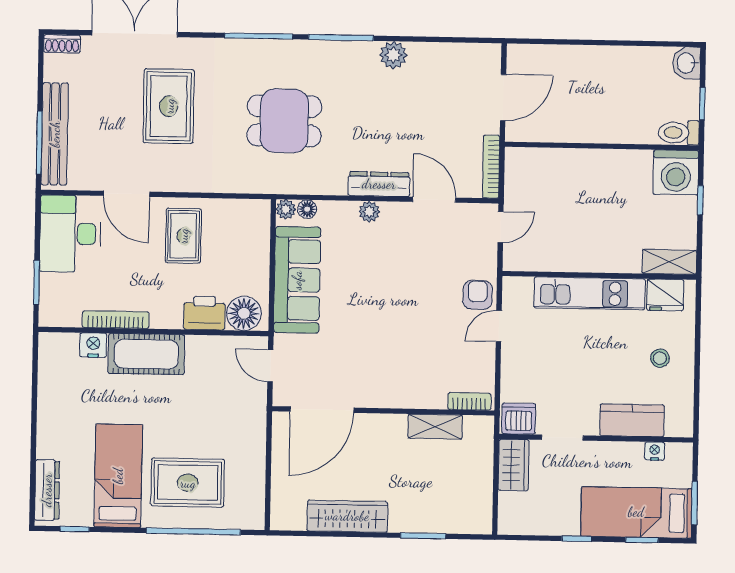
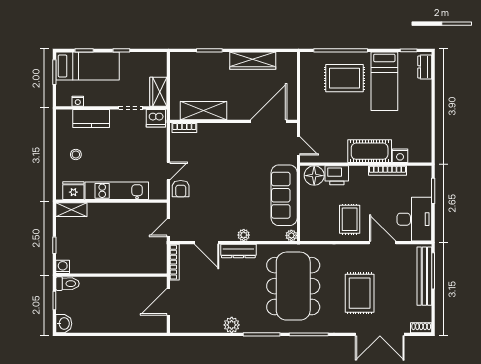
dining table: (284, 121) -> (293, 286), width x1.88, depth x1.24
washing machine: (676, 172) -> (63, 267), width x0.53, depth x0.53
floor lamp: (307, 209) -> (279, 236), removed
shelving: (435, 427) -> (204, 111), width x1.50, depth x1.33
dresser: (47, 490) -> (425, 67), width x0.70

